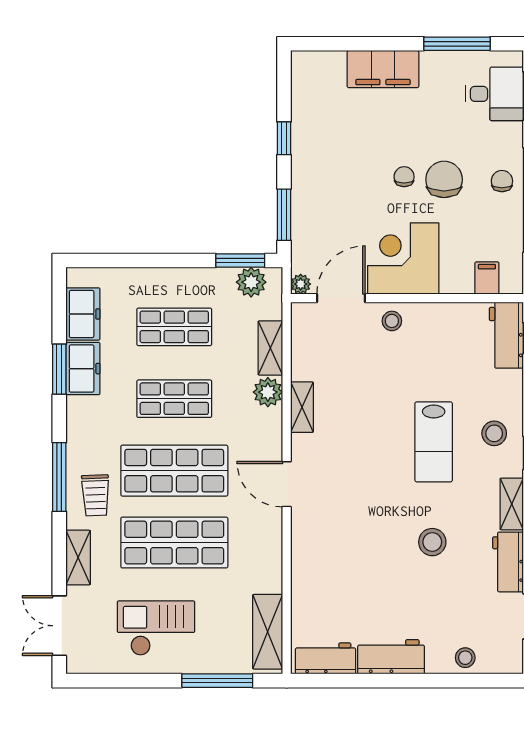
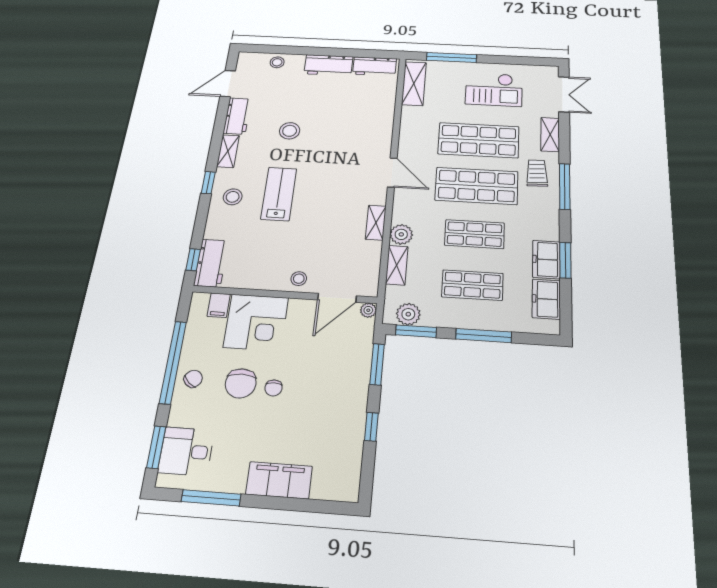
chair: (502, 181) -> (193, 379), turned -138
corner desk: (403, 258) -> (256, 322), moved
window: (158, 261) -> (484, 336), added

